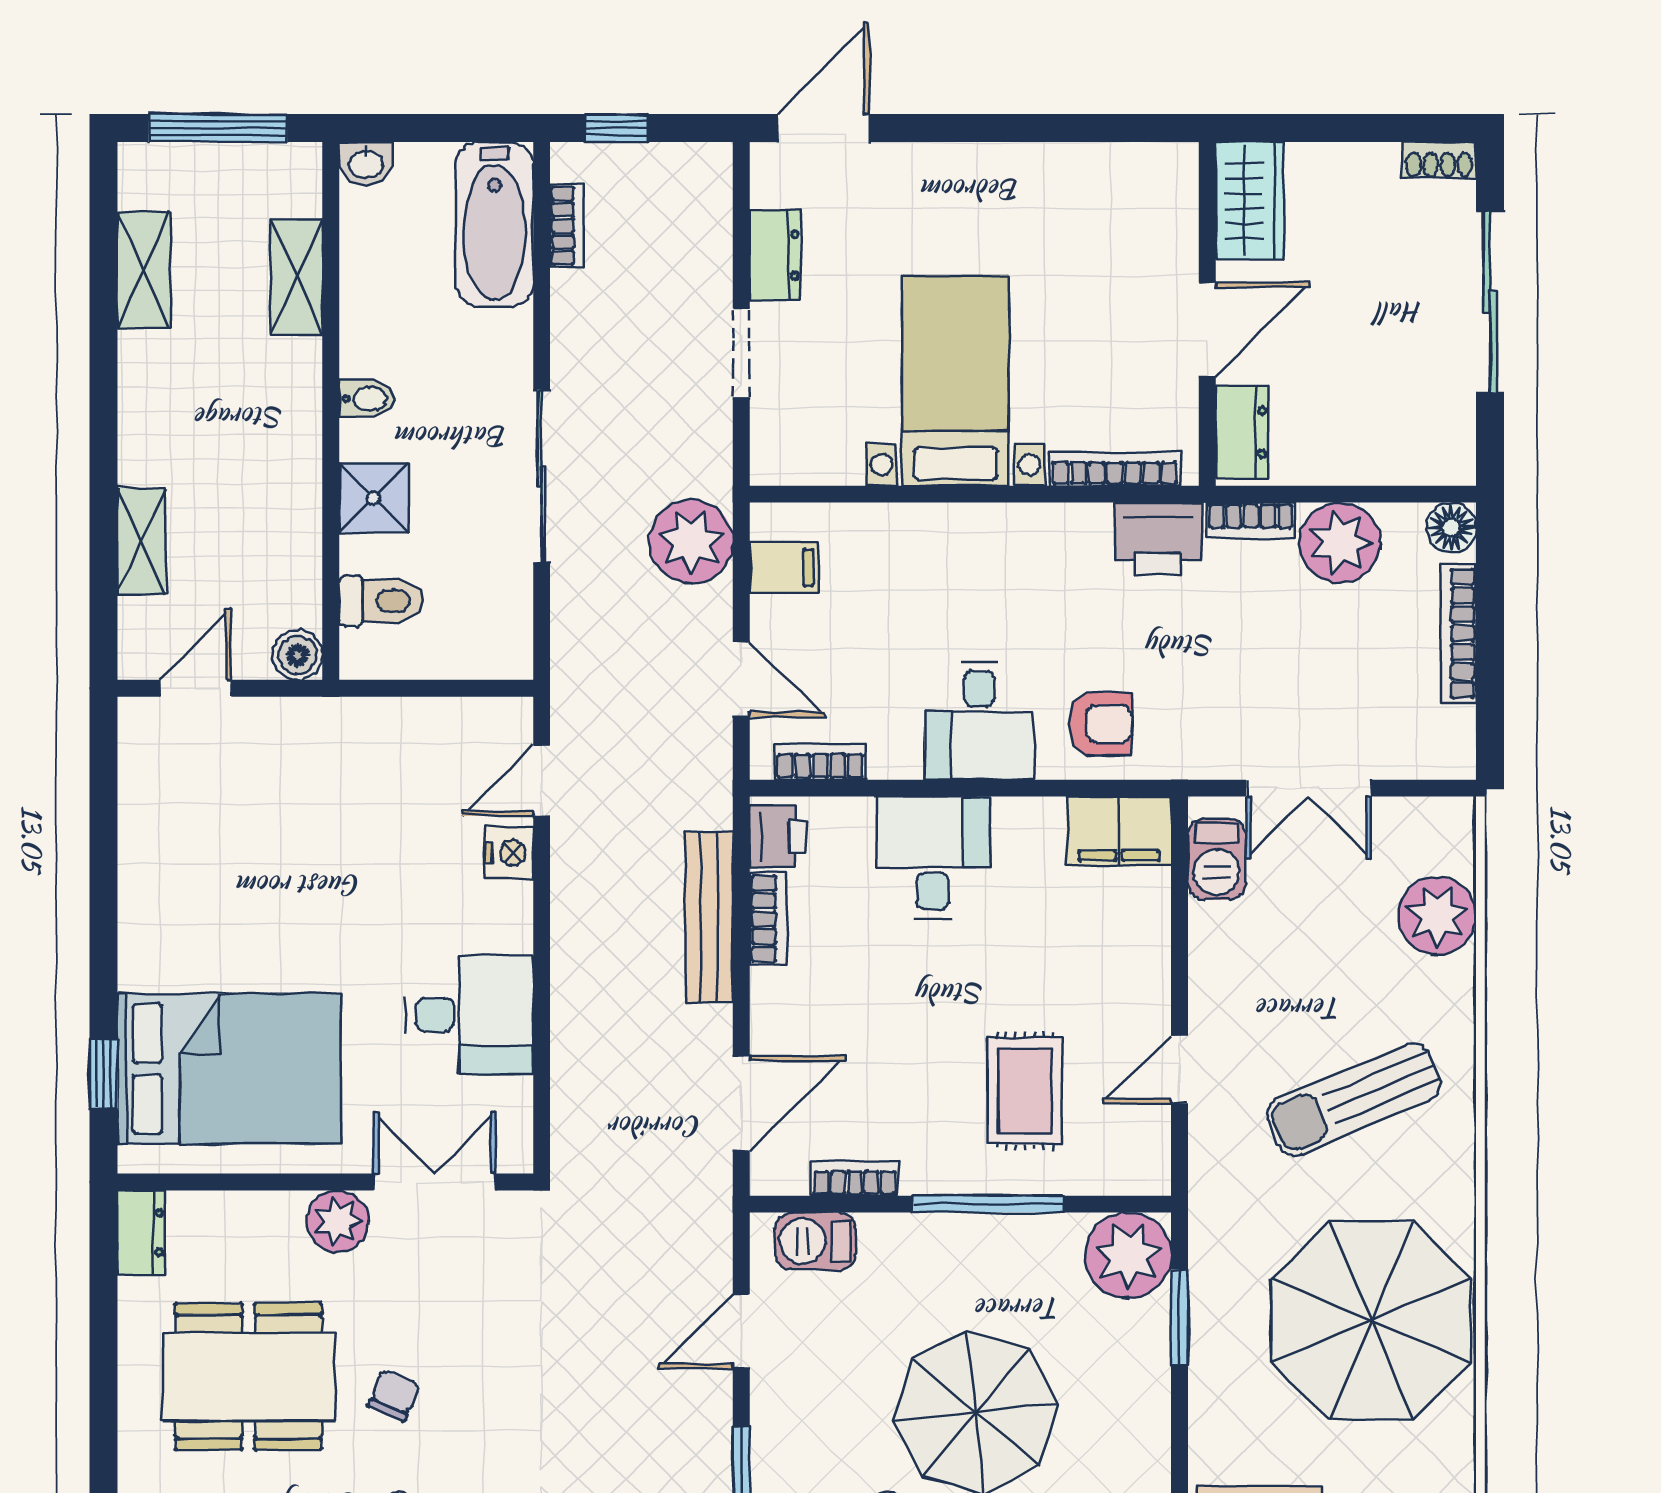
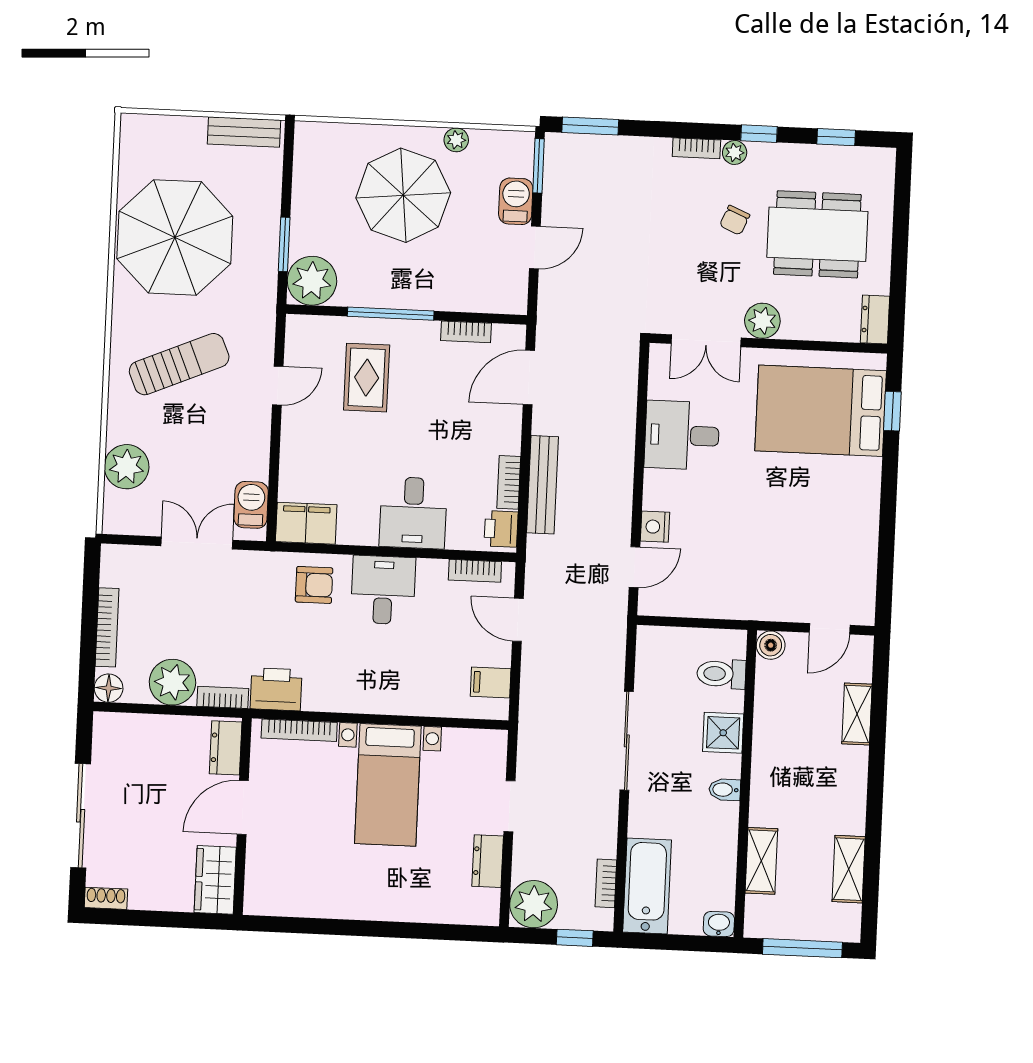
door: (823, 128) -> (457, 932), removed
plant: (691, 542) -> (534, 904), moved
armchair: (1100, 724) -> (314, 585), turned 180
barbecue: (815, 1241) -> (516, 201), moved, turned -90

